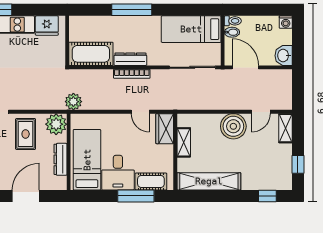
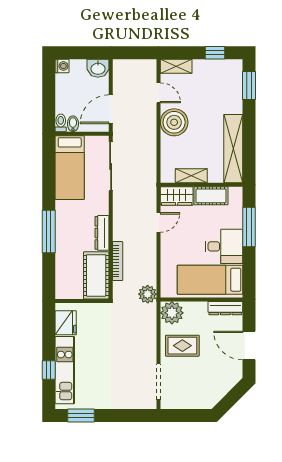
bookcase: (132, 74) -> (118, 261), moved
dresser: (60, 159) -> (225, 308), moved
cot: (151, 181) -> (211, 196), moved, turned 90
window: (267, 196) -> (249, 86), width x1.50

